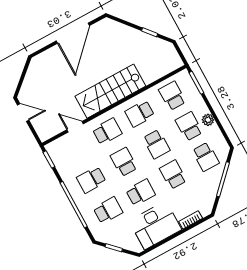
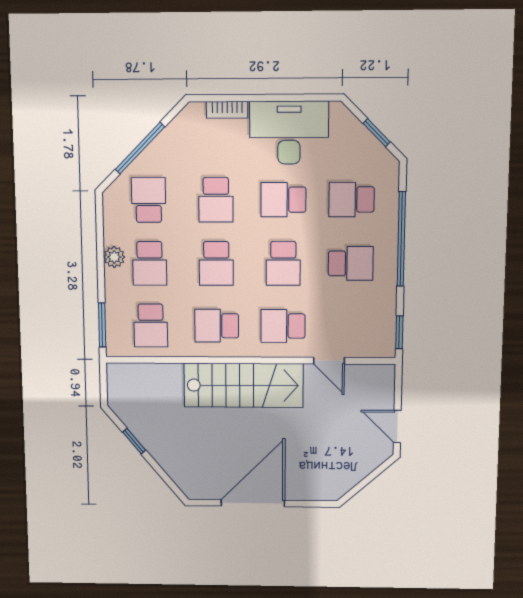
school desk: (140, 114) -> (217, 326), turned 180
school desk: (156, 144) -> (216, 263), turned 180

